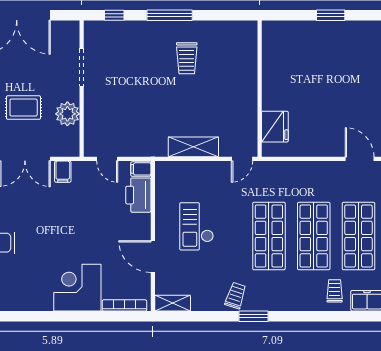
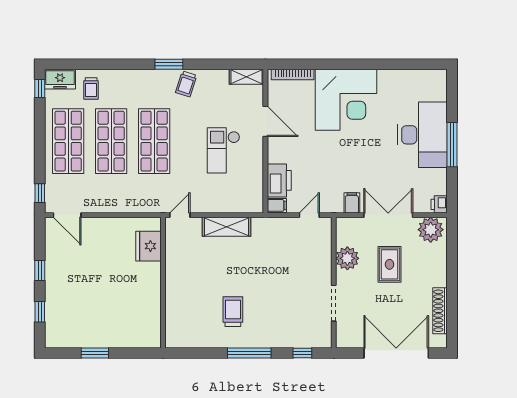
rug: (24, 108) -> (389, 264), turned 90
door: (107, 159) -> (309, 215), hinge flipped
checkout: (197, 226) -> (224, 150), turned 180
corner desk: (77, 288) -> (346, 100), width x1.36, depth x1.36

